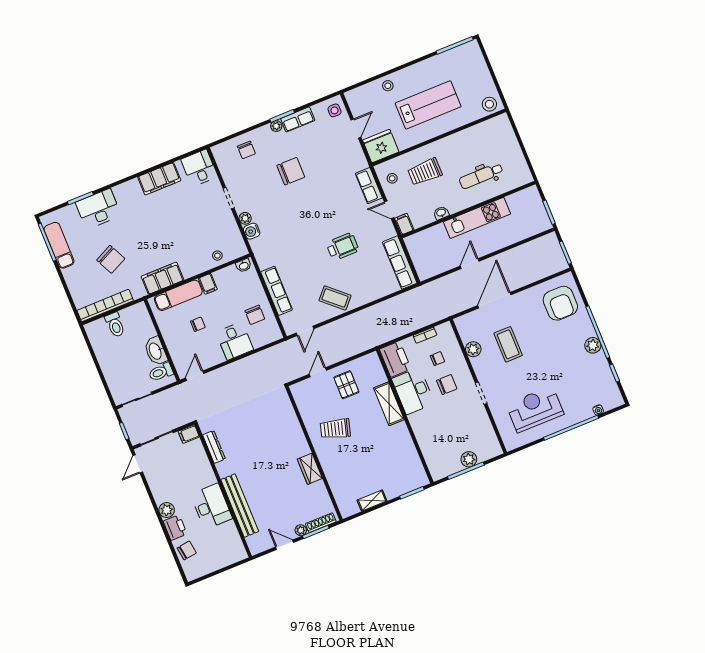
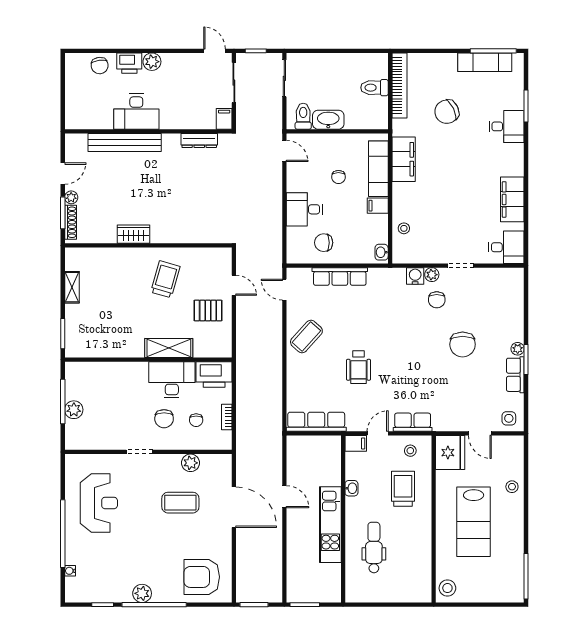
chair: (246, 150) -> (437, 300), moved, turned -90
desk: (98, 209) -> (507, 126), width x0.73

